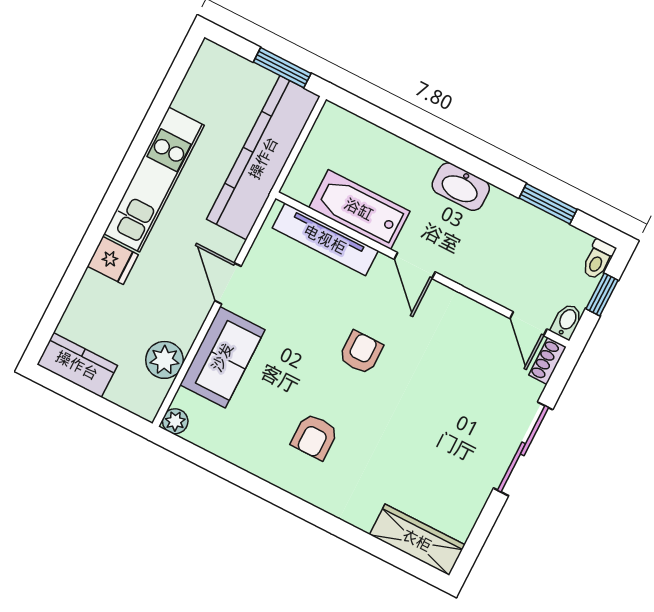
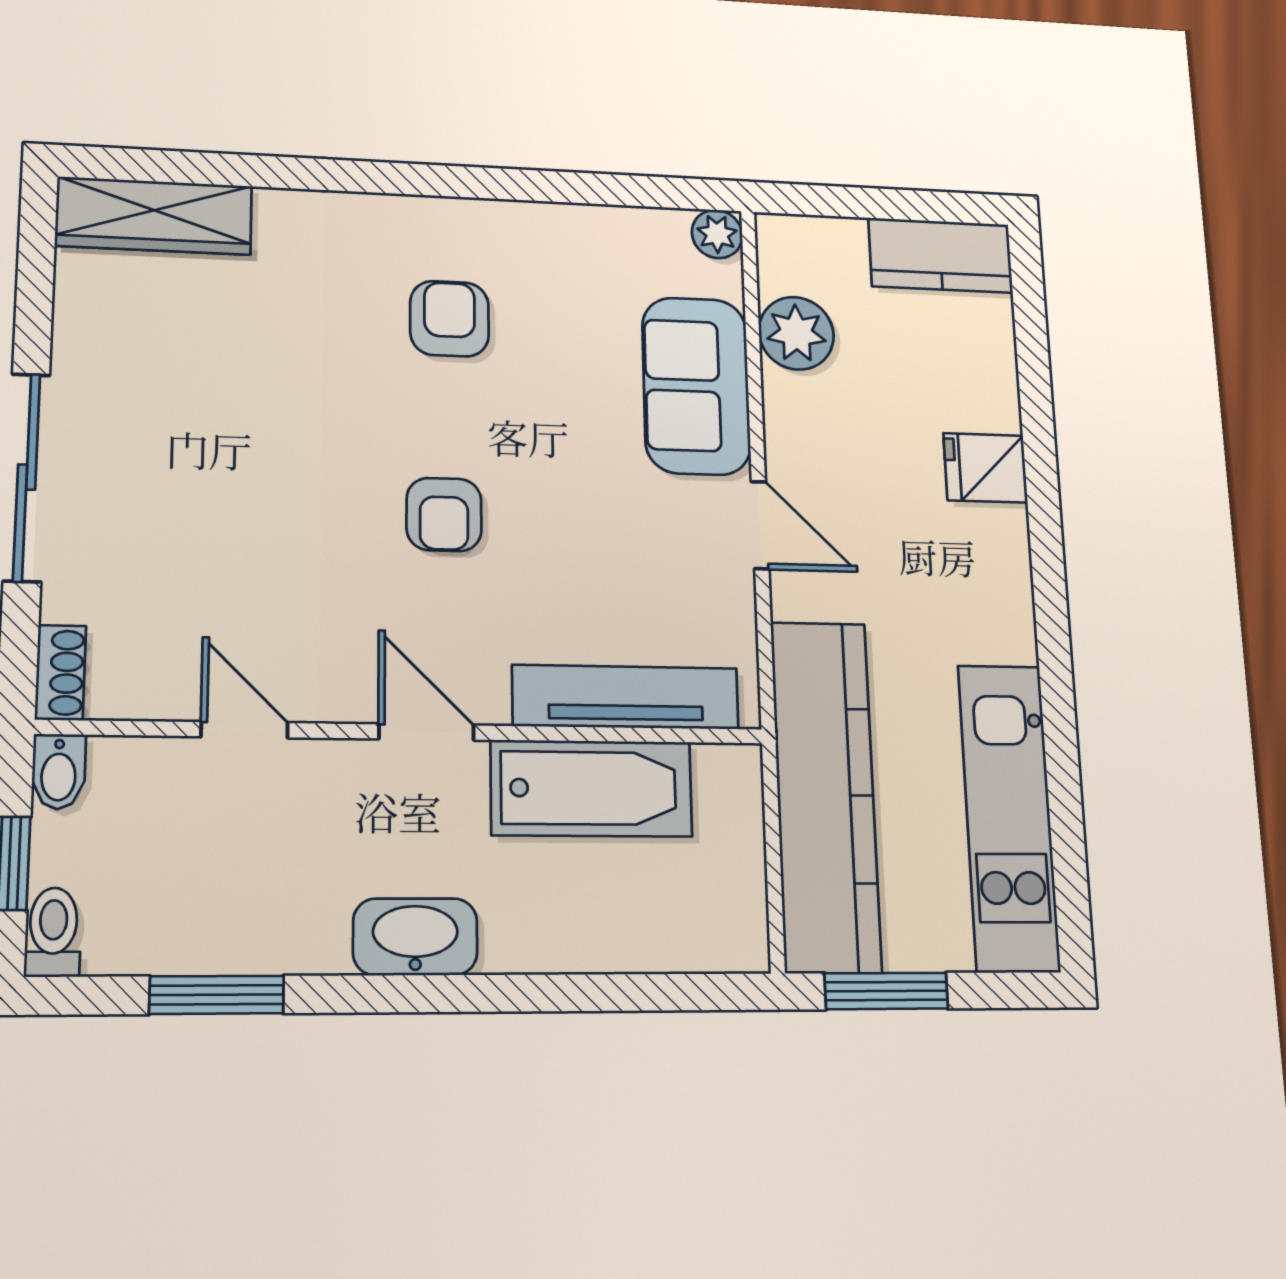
kitchen unit: (154, 180) -> (1009, 817), moved
door: (528, 324) -> (244, 730), moved

